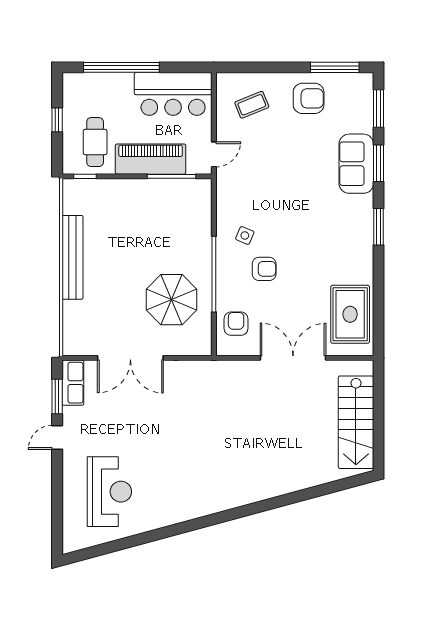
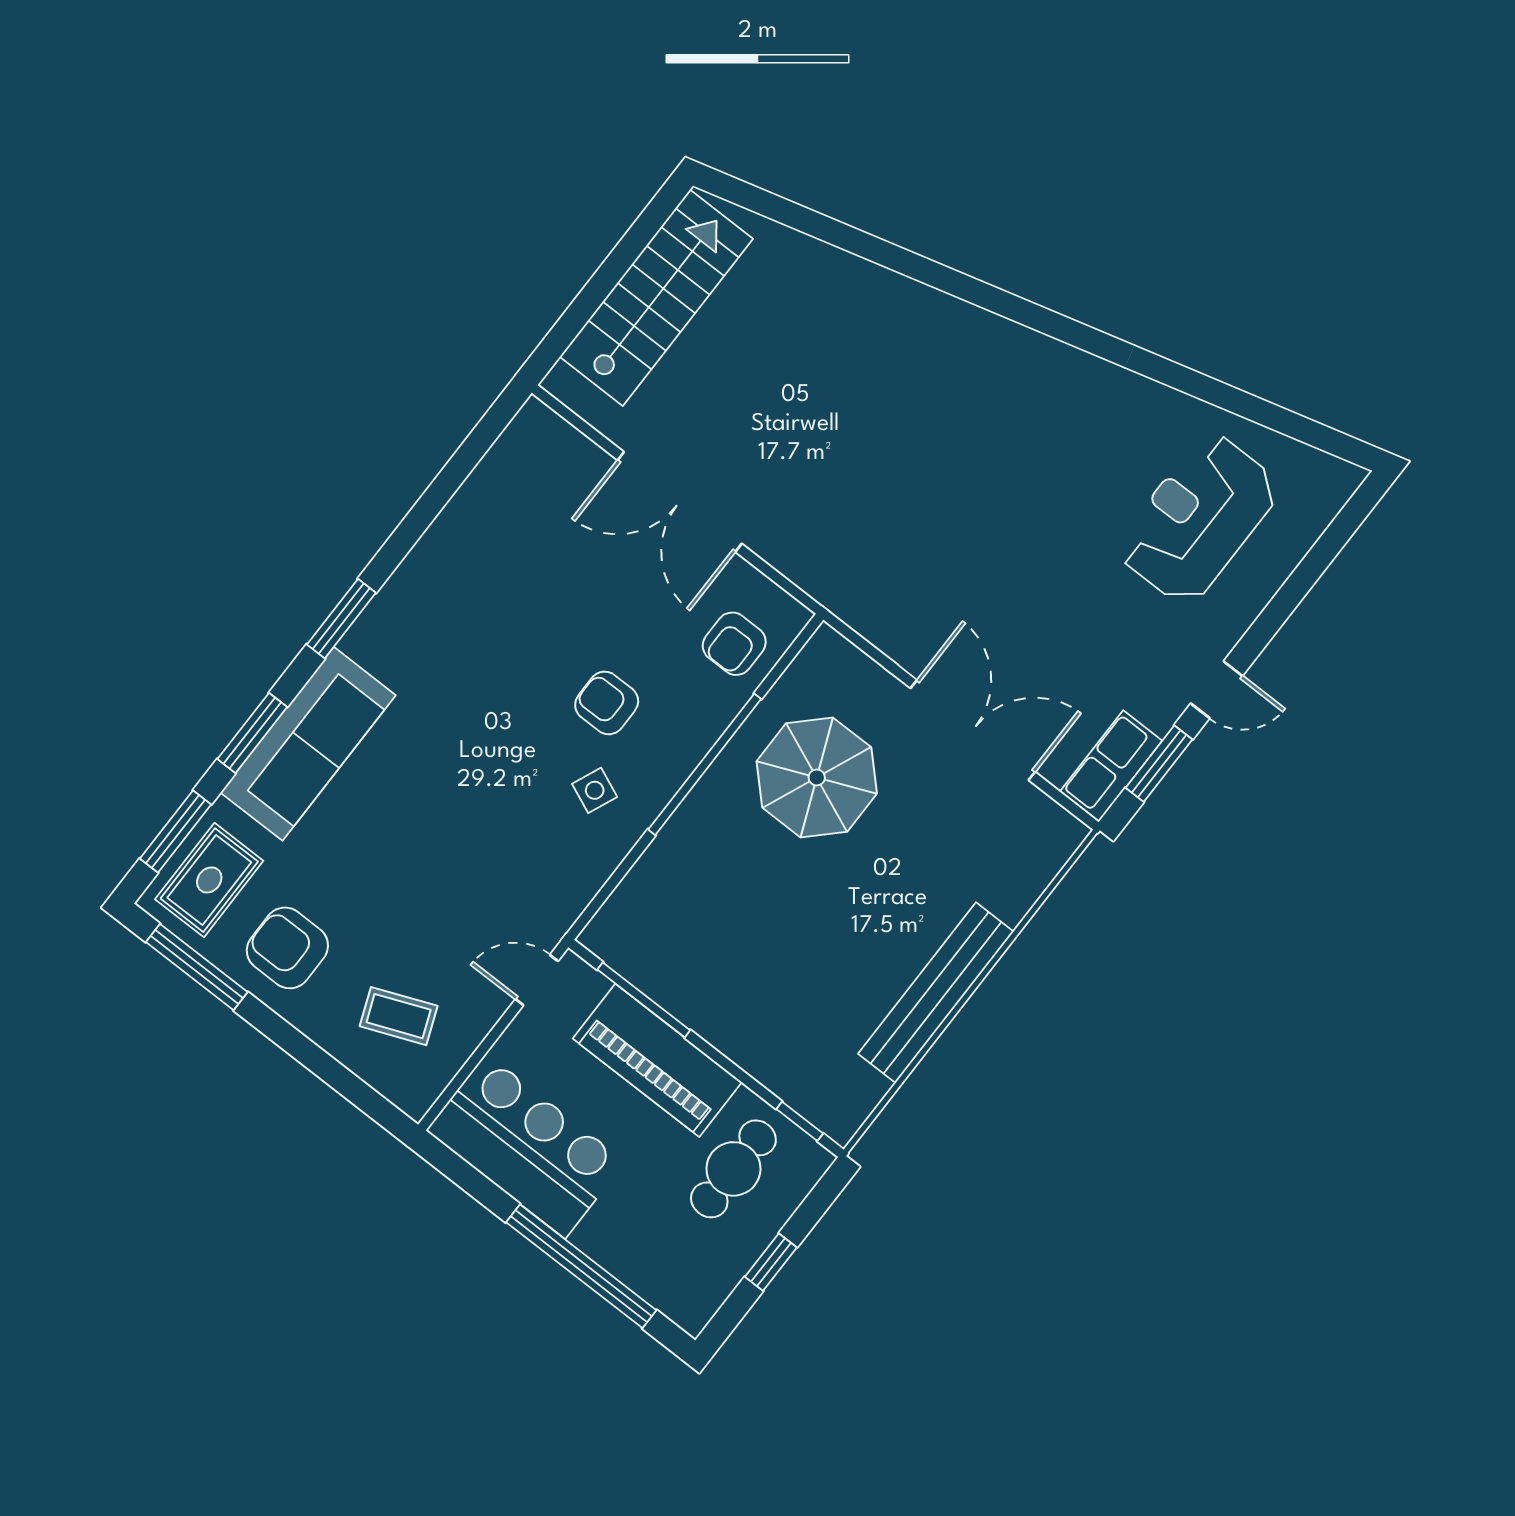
sofa: (356, 164) -> (308, 744), width x1.36
rug: (350, 314) -> (209, 880), moved, width x0.73, depth x0.70

